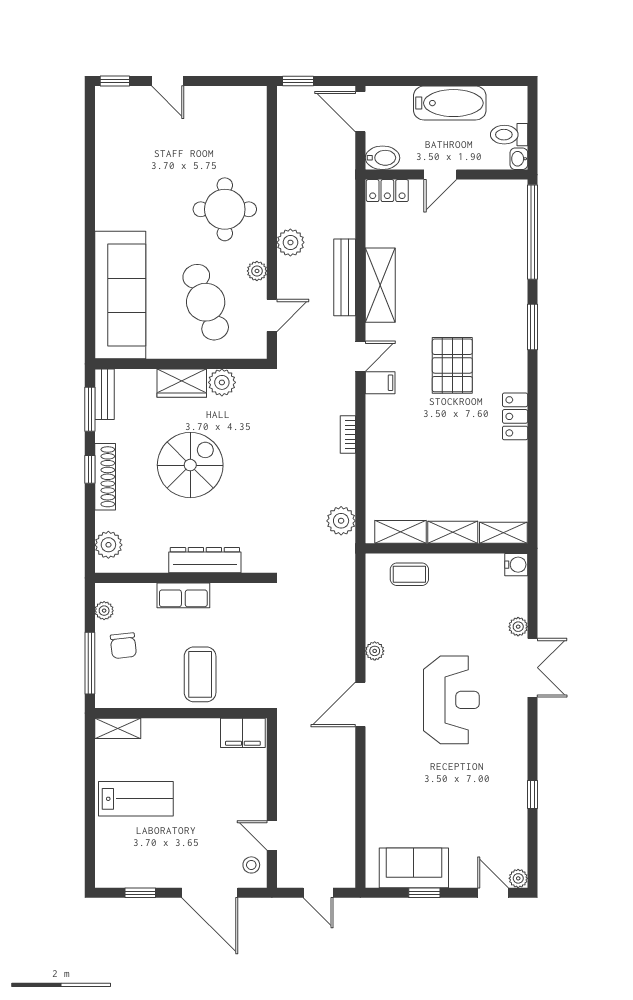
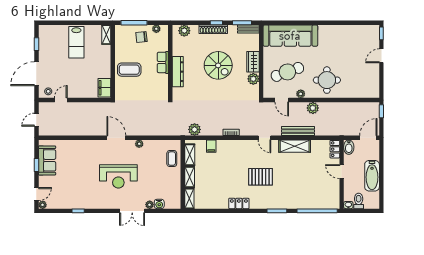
filing cabinet: (380, 383) -> (211, 146), moved
water cooler: (516, 565) -> (159, 204), moved

